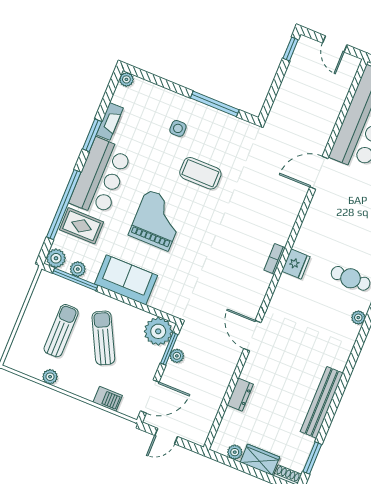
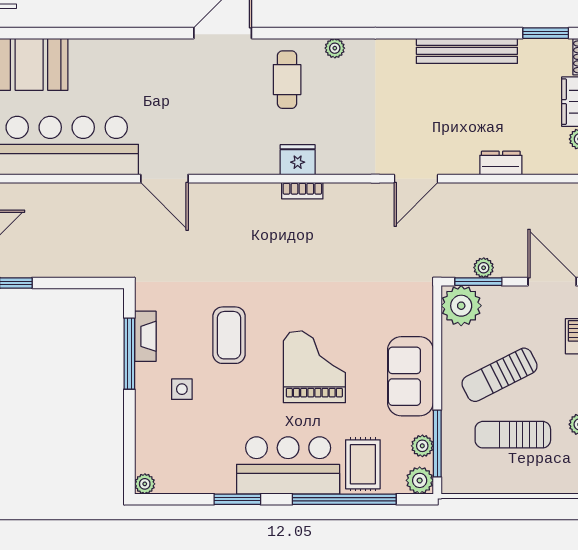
fireplace: (110, 121) -> (145, 336), moved, turned 90
grand piano: (157, 220) -> (314, 367), turned 90

